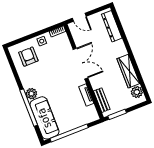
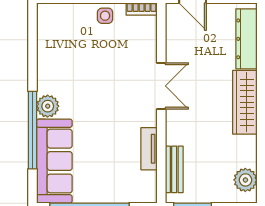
armchair: (28, 57) -> (69, 35), removed
double door: (81, 64) -> (161, 86), width x0.73
wardrobe: (128, 71) -> (245, 102), moved

